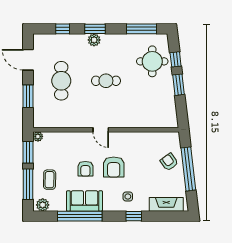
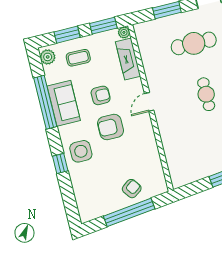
armchair: (85, 169) -> (101, 95), turned 180
window: (28, 184) -> (67, 35), width x0.69
side table: (128, 197) -> (81, 151), width x1.87, depth x1.87
fireplace: (166, 204) -> (128, 59), moved, turned 180

